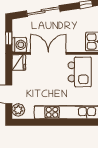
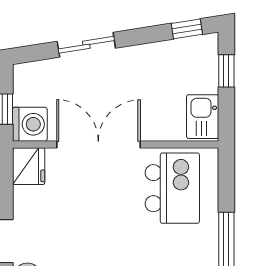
sliding door: (43, 11) -> (86, 45), width x0.73

